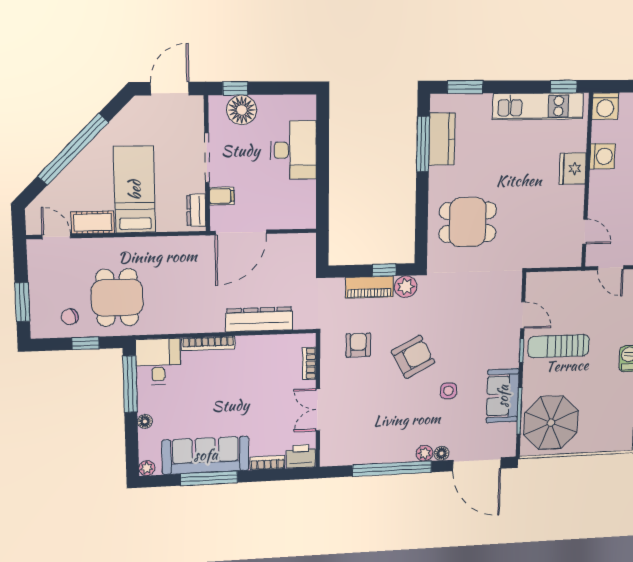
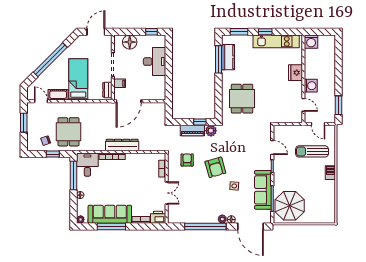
window: (564, 87) -> (265, 32), moved
window: (235, 88) -> (152, 32), moved
washing machine: (602, 156) -> (311, 86), moved
dining table: (468, 222) -> (242, 99), turned 90
window: (22, 302) -> (24, 123), moved
dresser: (259, 319) -> (122, 145), moved
sun lounger: (559, 346) -> (312, 151), moved
armchair: (413, 357) -> (215, 167), turned 102
sofa: (503, 396) -> (263, 190), width x1.36
double door: (318, 410) -> (167, 193), swing flipped

